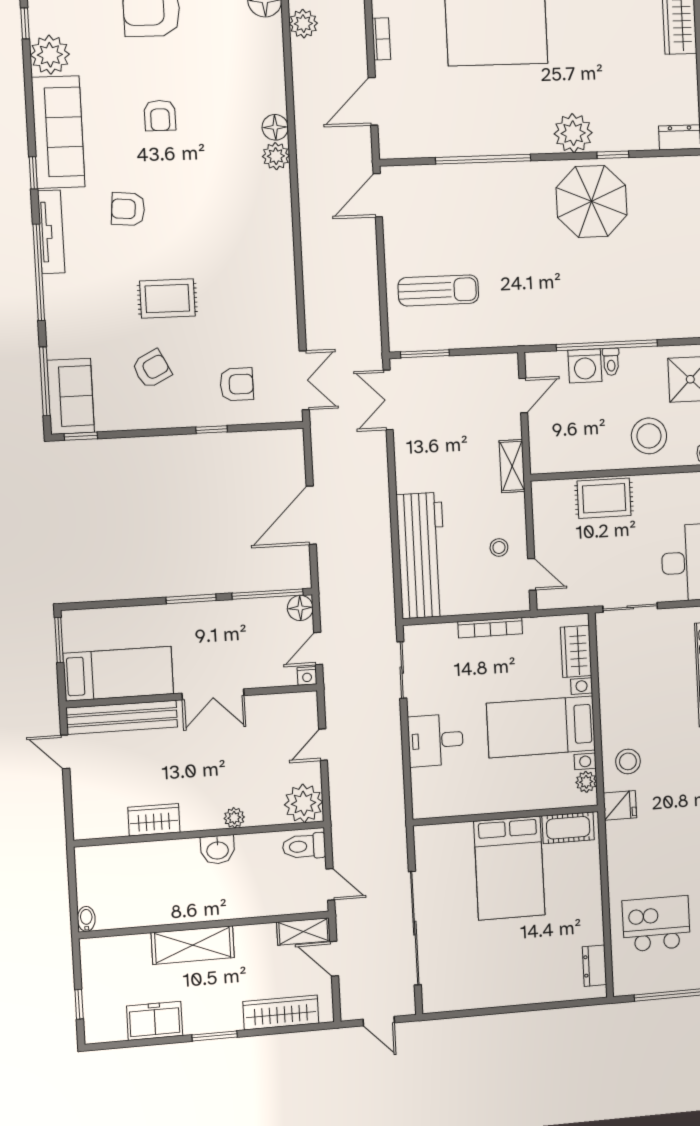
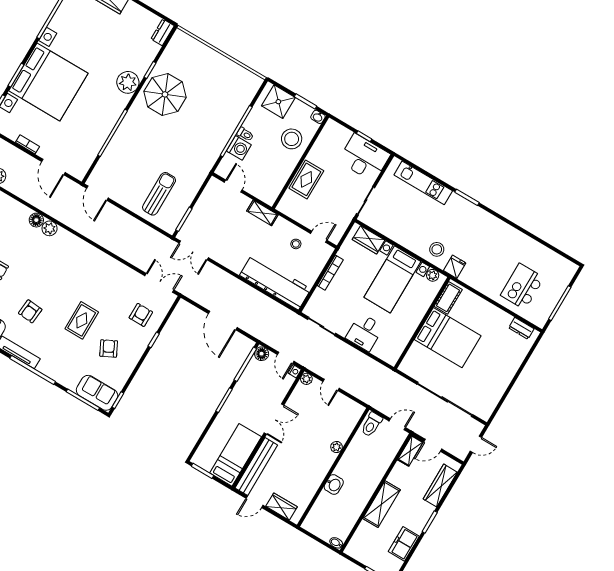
plant: (304, 803) -> (306, 379), moved, width x0.53, depth x0.53
wardrobe: (154, 820) -> (282, 507), moved, turned 90
washbasin: (218, 850) -> (334, 484), moved

